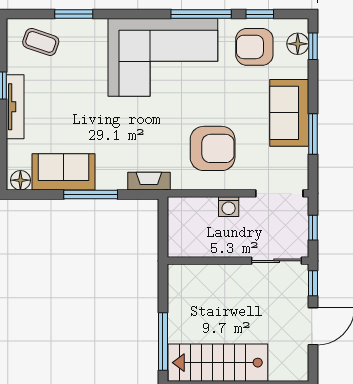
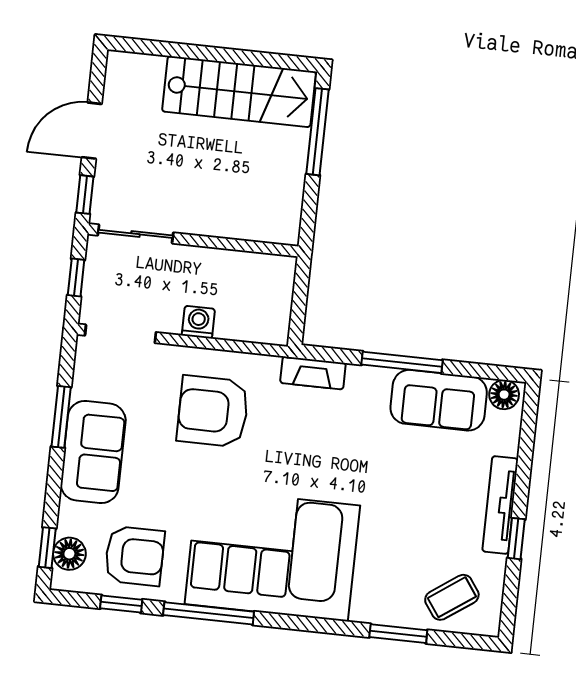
coffee table: (41, 42) -> (452, 597), turned -54

